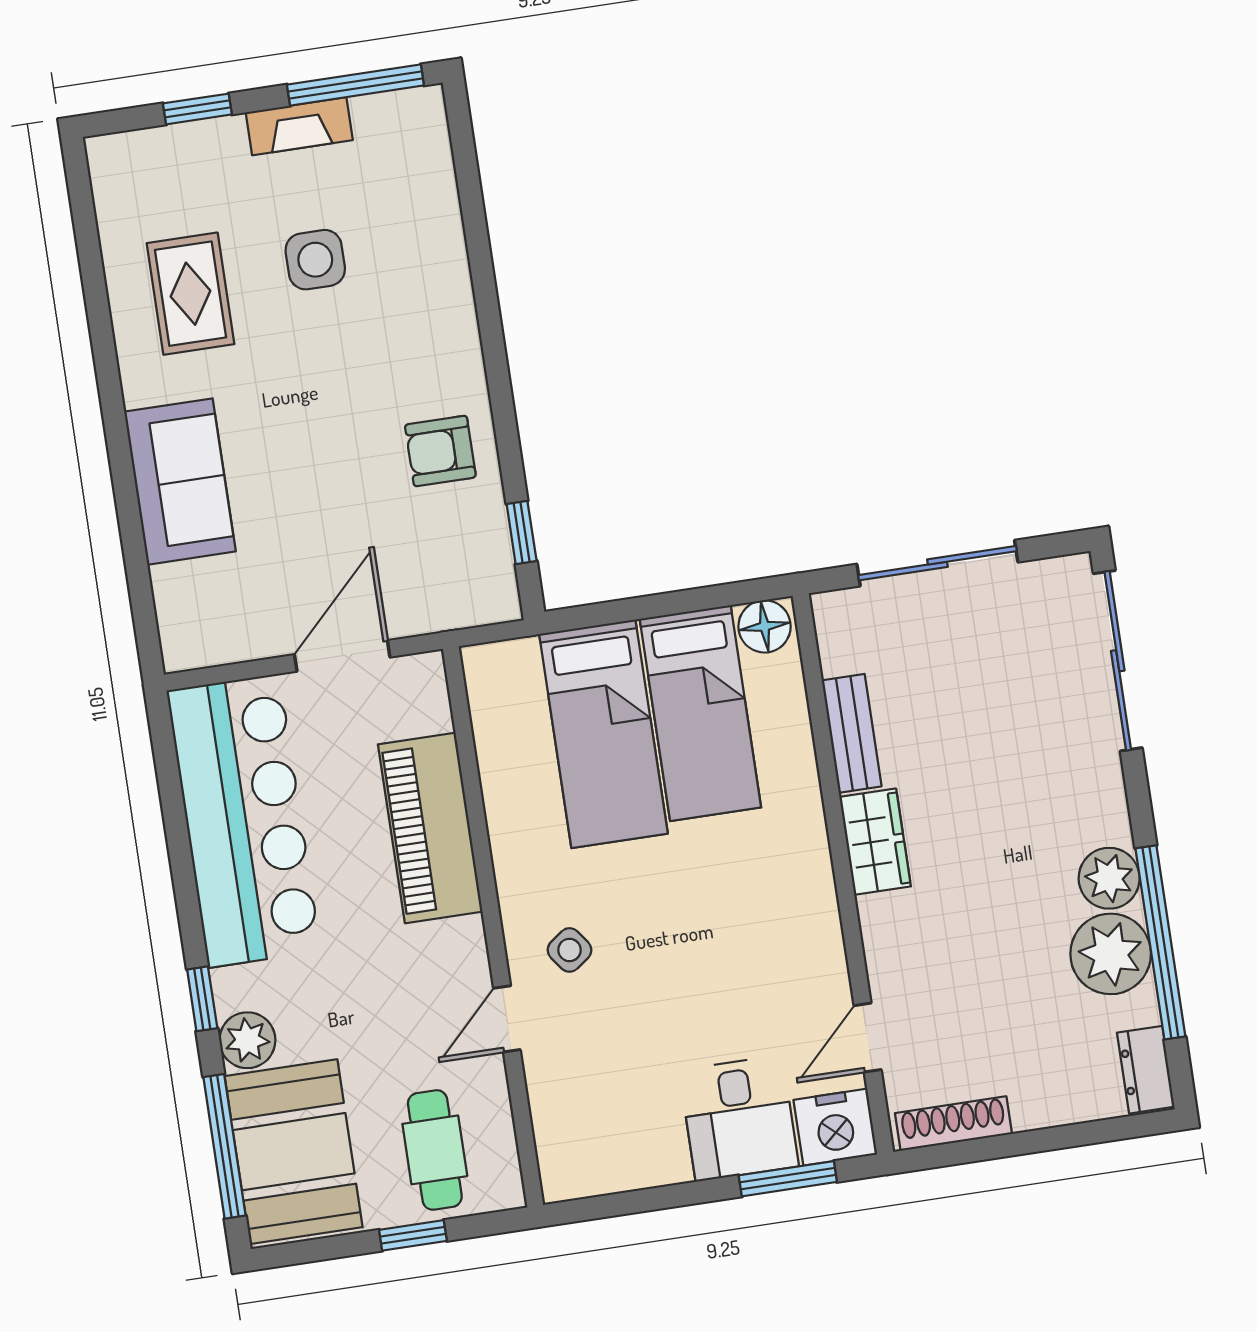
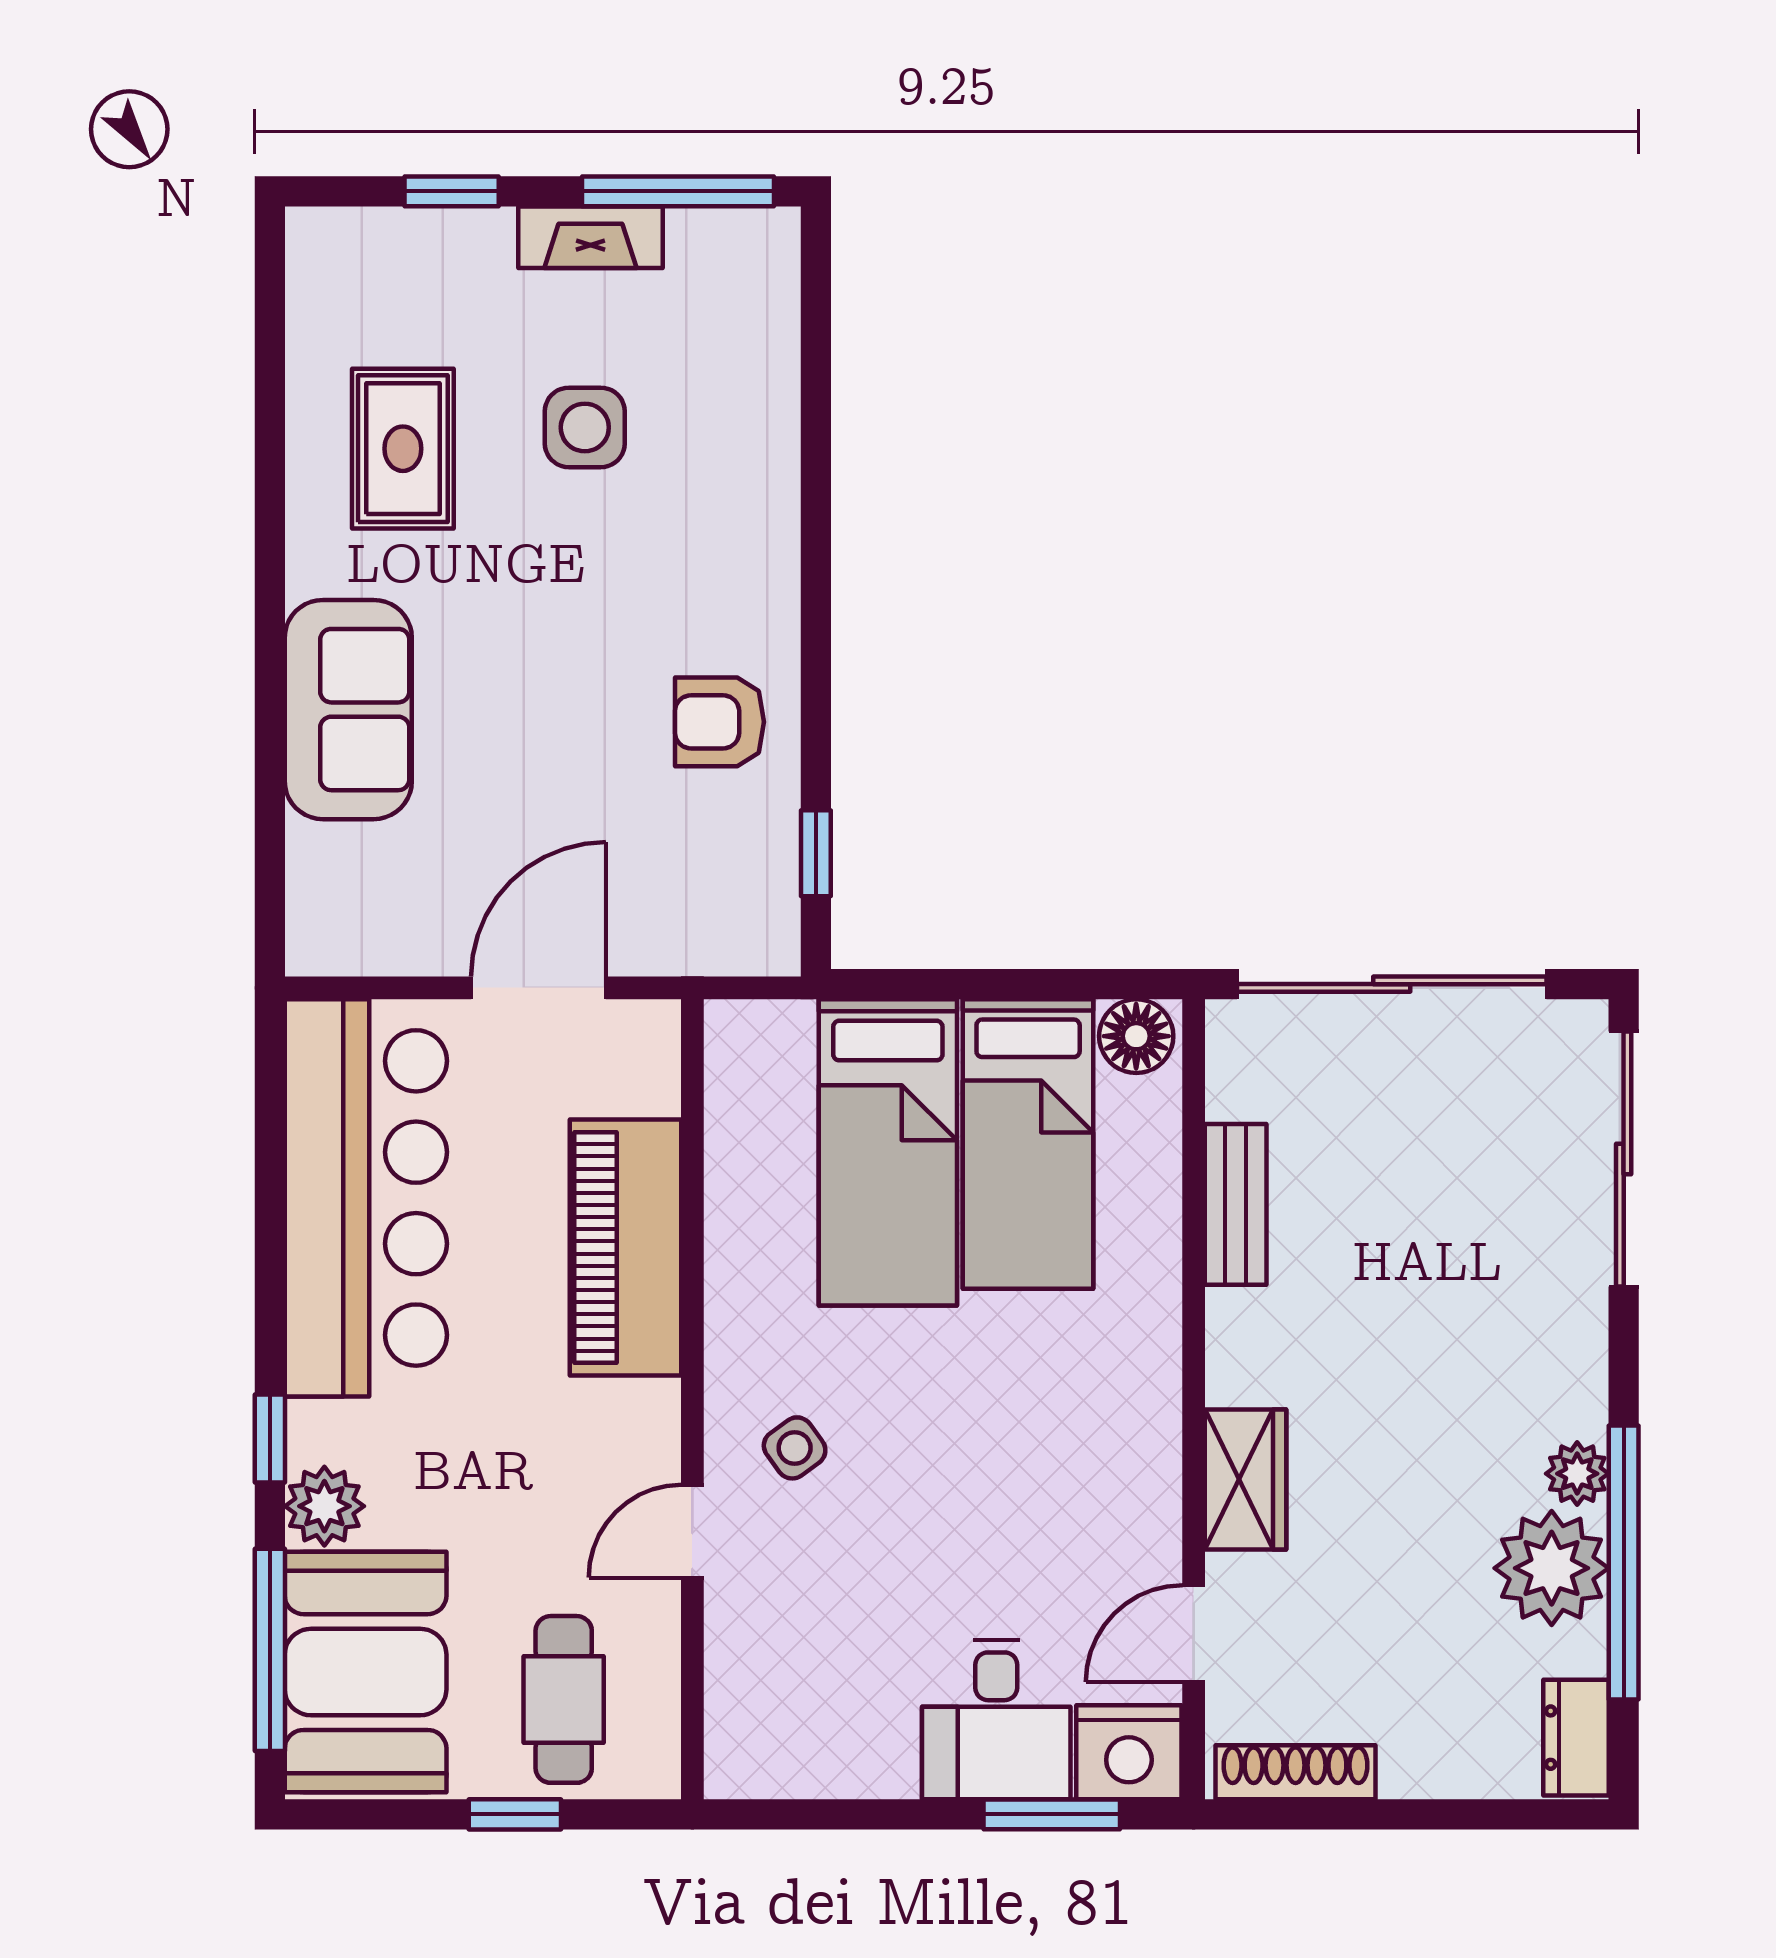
sliding door: (937, 563) -> (1392, 984), width x1.36
wardrobe: (875, 842) -> (1245, 1479), moved
plant: (1109, 878) -> (1577, 1474), width x0.73, depth x0.73

